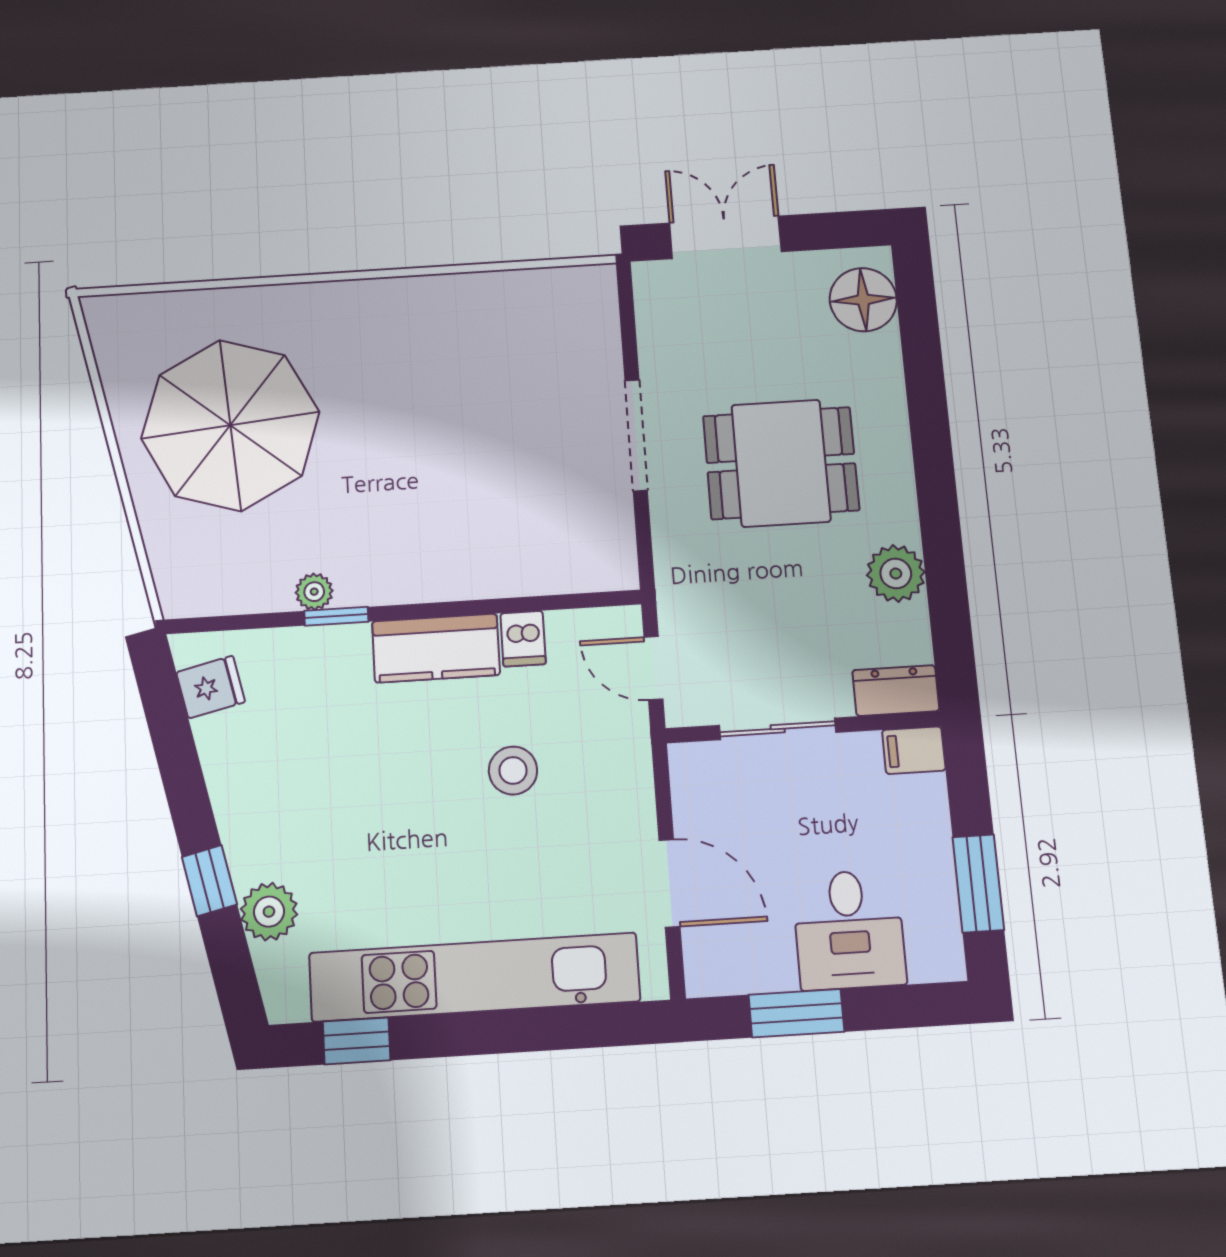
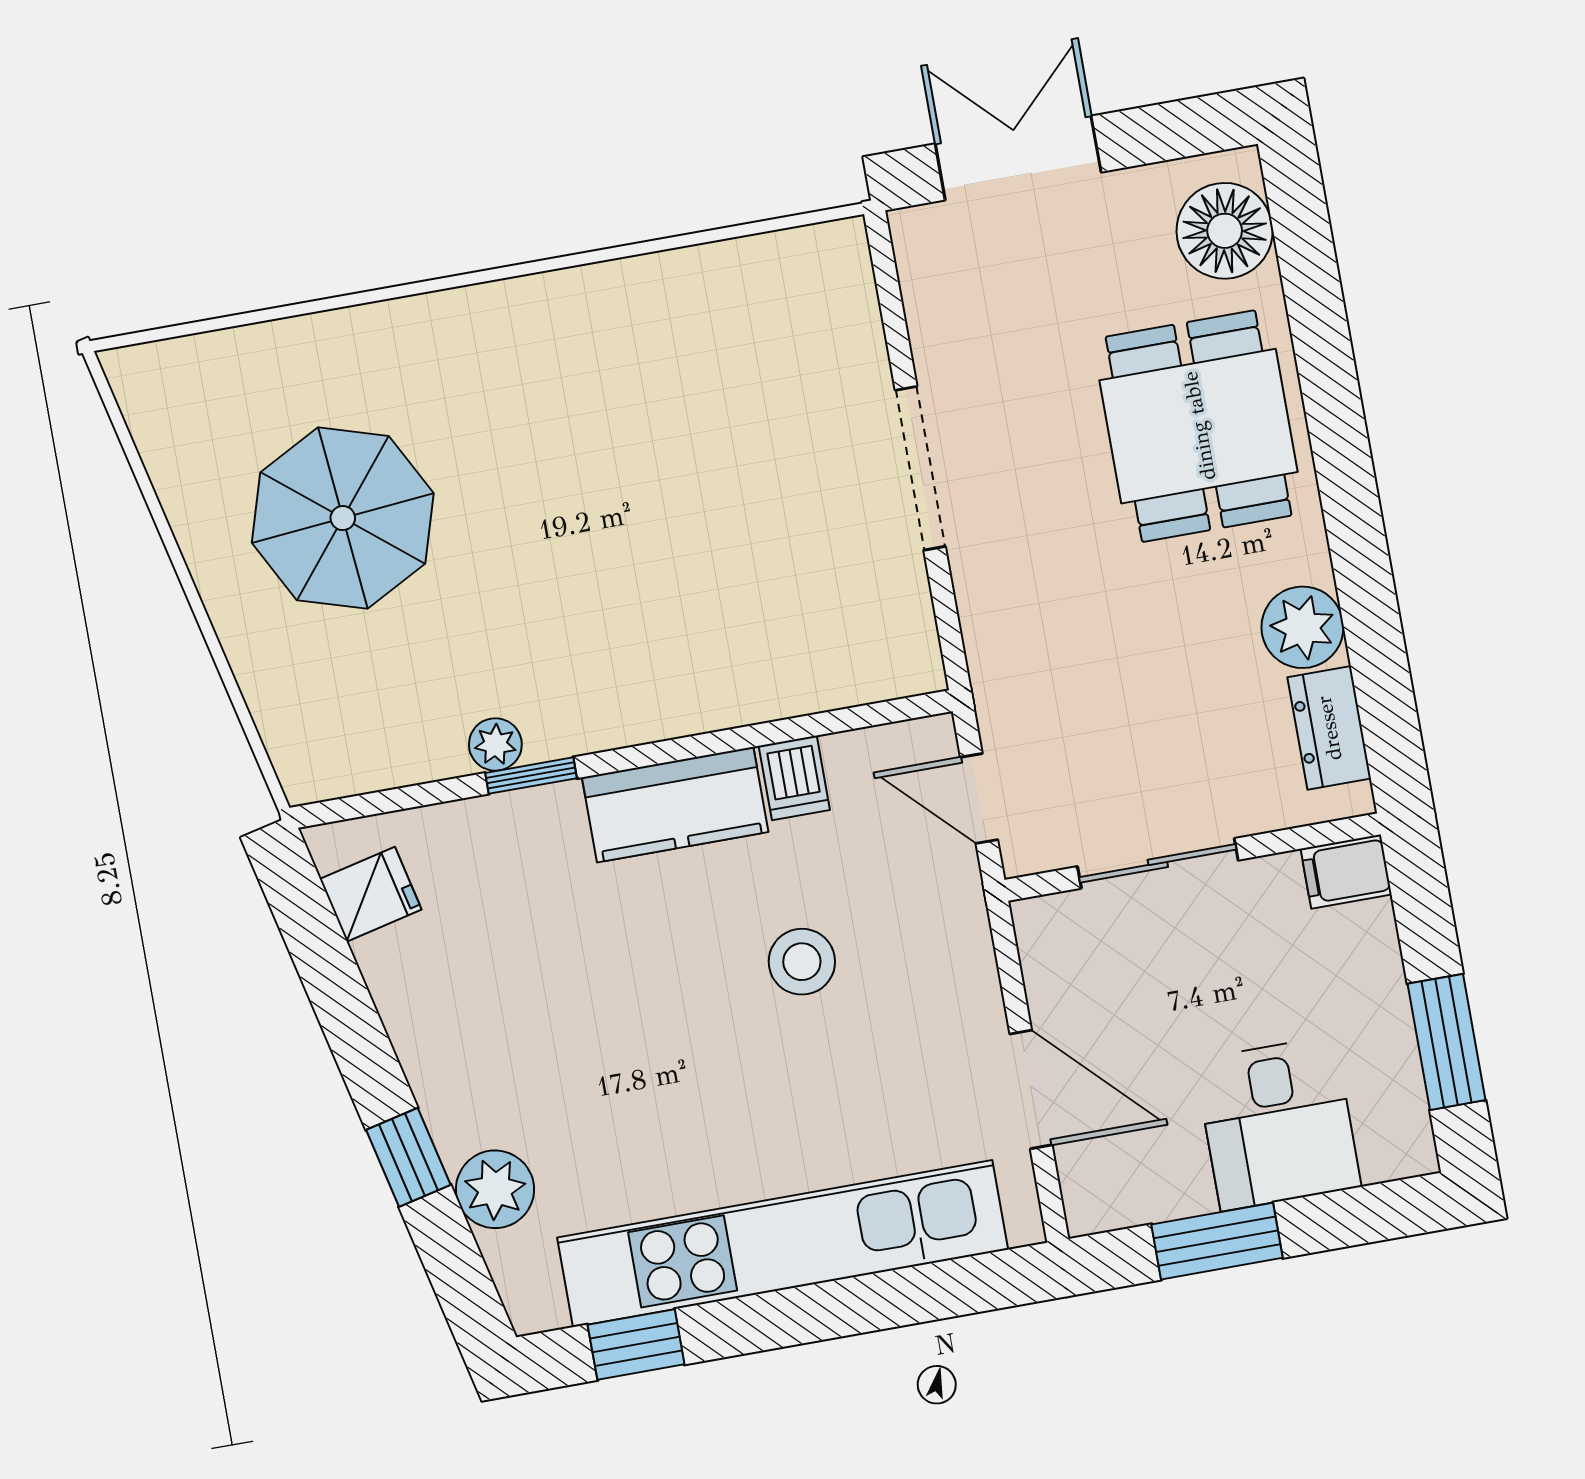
parasol: (230, 425) -> (343, 518), width x0.73, depth x0.73
dining table: (781, 463) -> (1199, 426), moved, turned 90
dresser: (896, 690) -> (1329, 728), moved, turned -90

